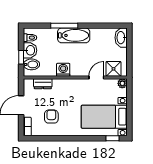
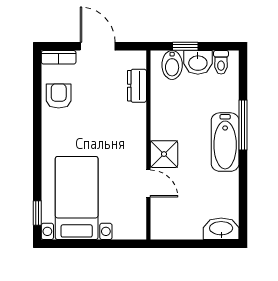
shower: (113, 69) -> (164, 154), moved
washing machine: (63, 70) -> (162, 123), removed
plant: (122, 83) -> (138, 231), removed
armchair: (51, 117) -> (59, 96), moved, turned -90

